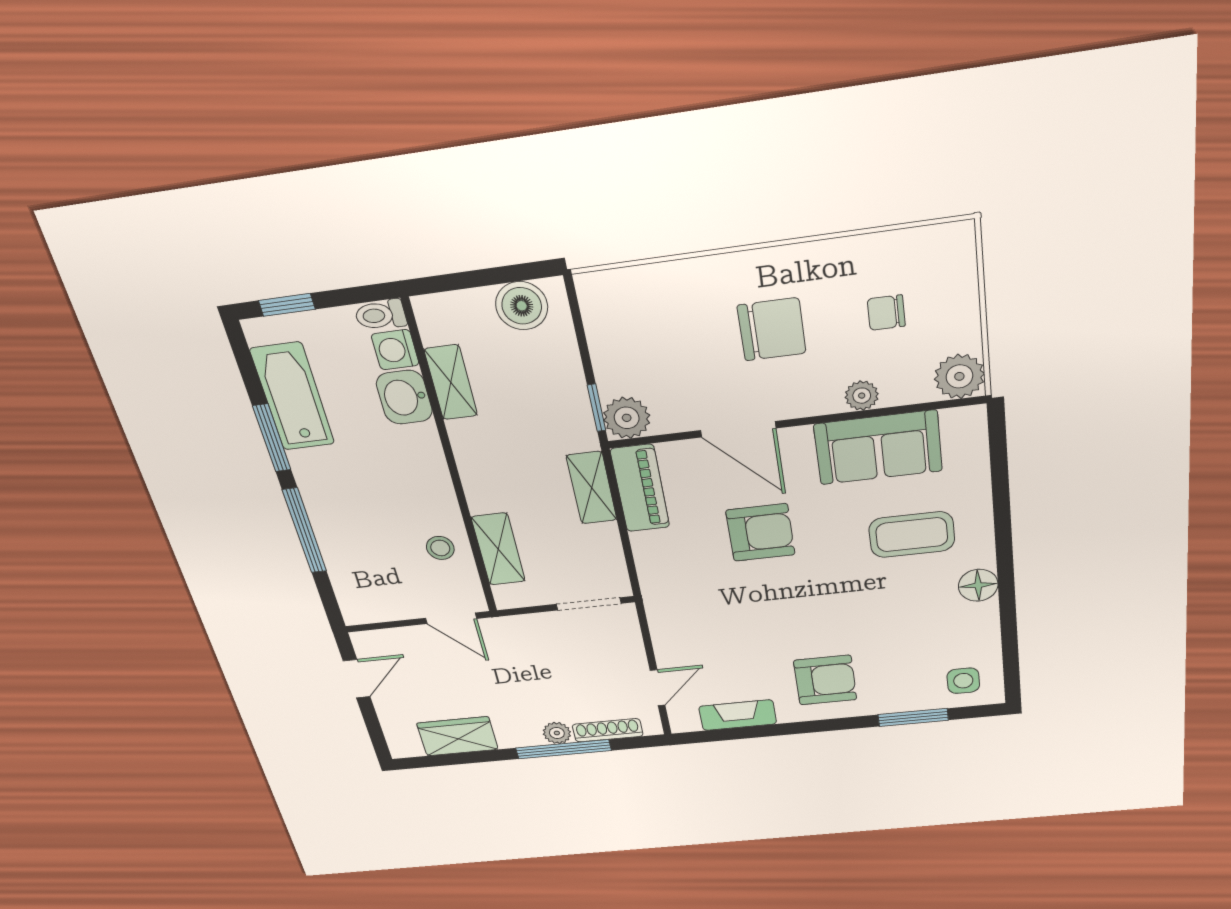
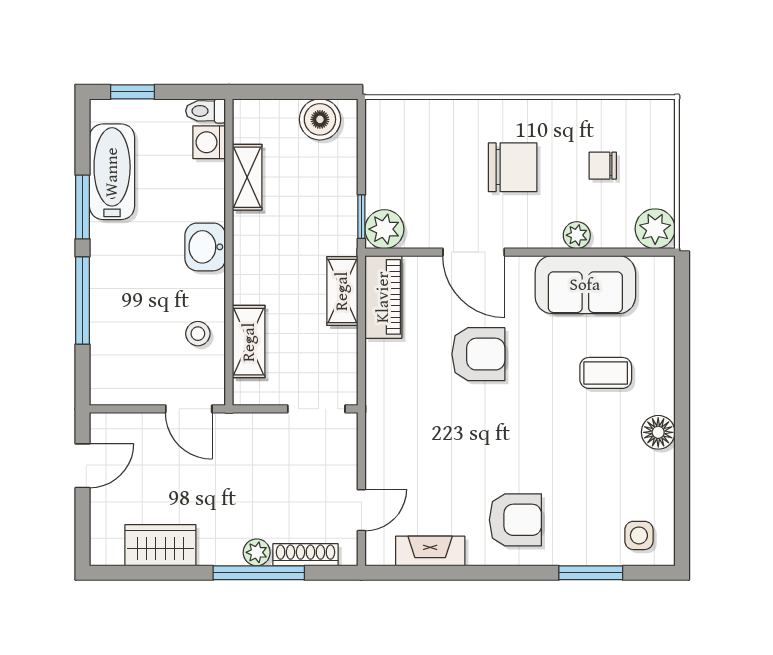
washbasin: (404, 397) -> (205, 247), moved
coffee table: (912, 535) -> (606, 373), width x0.73, depth x0.77

